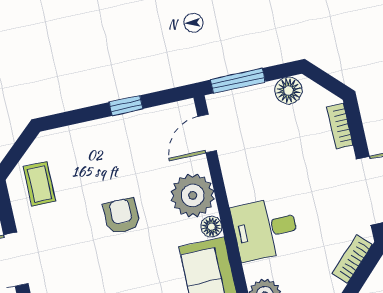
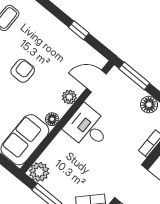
plant: (193, 195) -> (69, 97), width x0.53, depth x0.53
desk: (265, 229) -> (87, 128), moved

